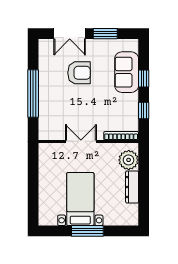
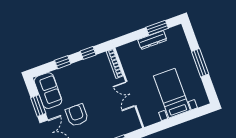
sofa: (127, 72) -> (48, 91), moved, turned -90
plant: (129, 160) -> (132, 51), removed
window: (144, 197) -> (157, 28), added
bed with nightstands: (80, 199) -> (172, 93), moved, turned 90

